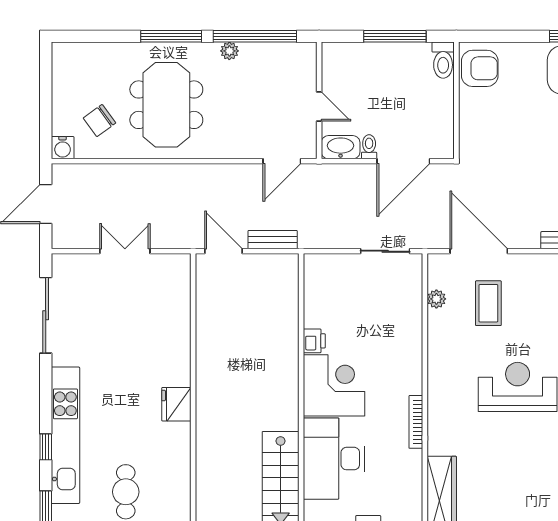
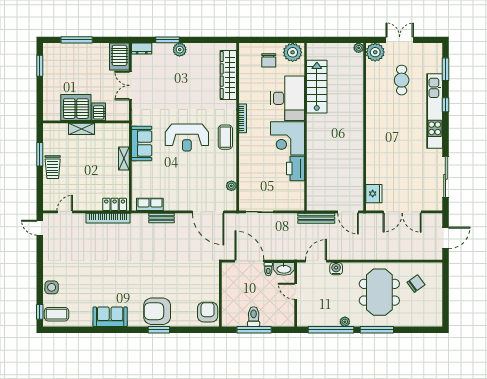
toilet: (443, 60) -> (254, 317), moved
armchair: (480, 68) -> (208, 312), turned 90
water cooler: (63, 148) -> (336, 269), moved
door: (403, 161) -> (249, 261), hinge flipped
bench: (273, 240) -> (316, 218), width x1.36
double door: (125, 251) -> (402, 212), width x1.37
coffee table: (488, 303) -> (225, 137), moved
printer: (314, 341) -> (295, 169), width x1.87, depth x1.48
fridge: (176, 404) -> (374, 194), moved

